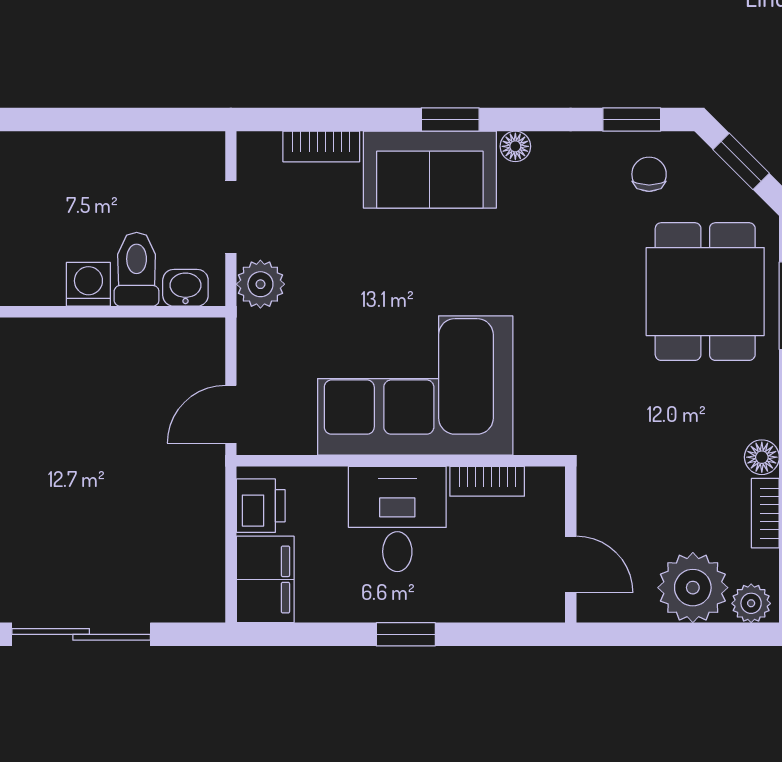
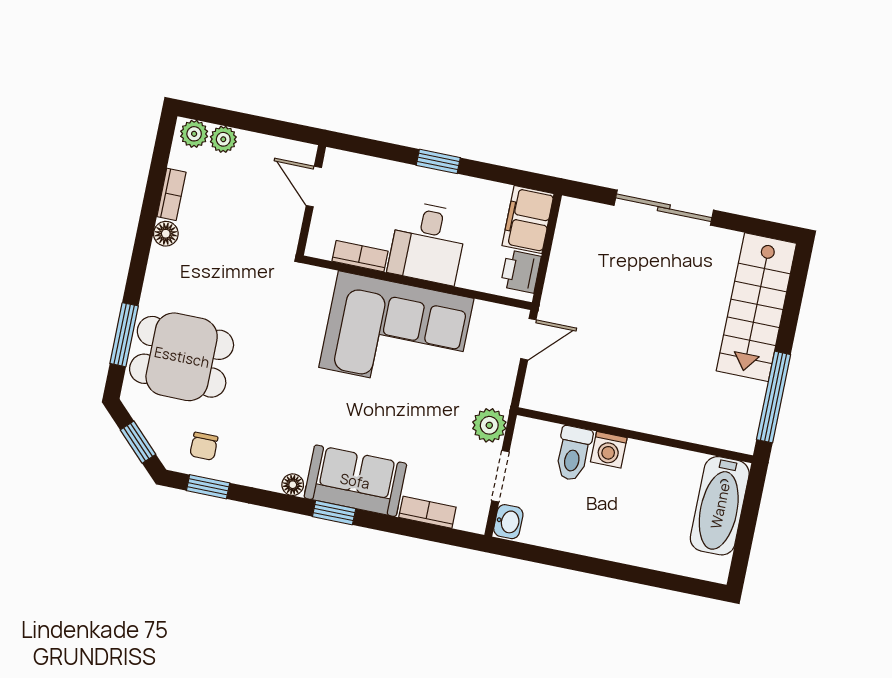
washbasin: (185, 288) -> (508, 522), moved, turned -90
dining table: (705, 292) -> (182, 357), turned 90
plant: (693, 588) -> (223, 139), width x0.53, depth x0.53

